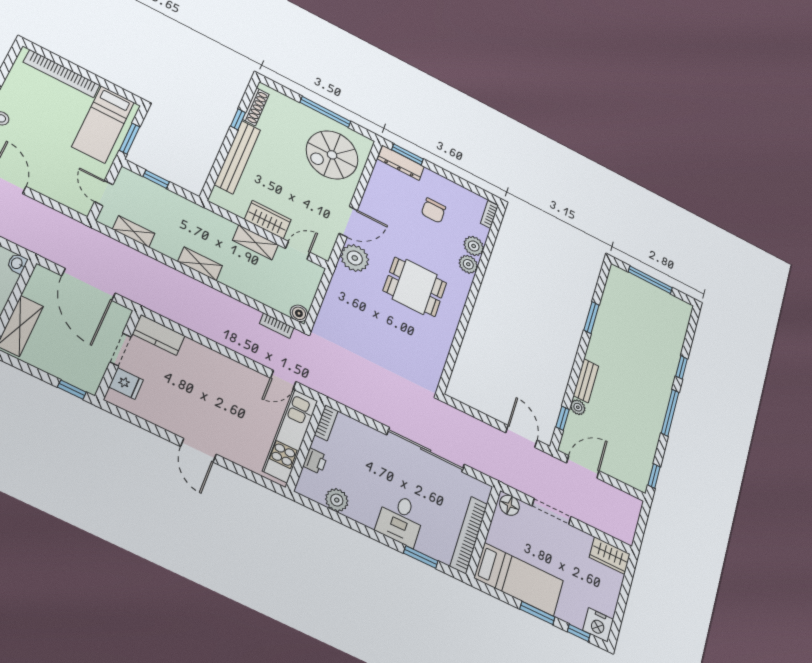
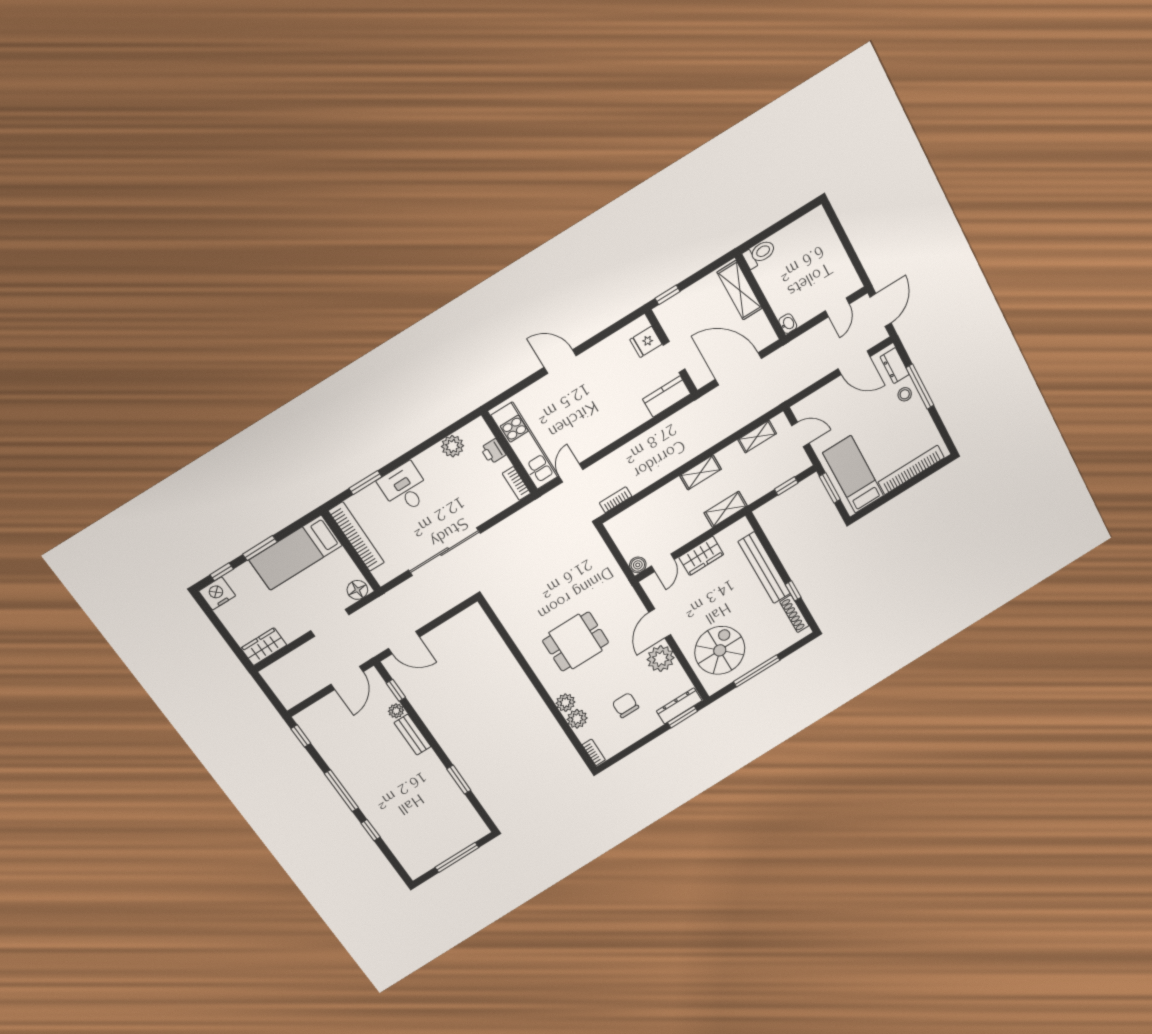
shelving: (255, 242) -> (726, 509), moved
plant: (355, 258) -> (661, 659), moved
boiler: (299, 313) -> (638, 565), moved

